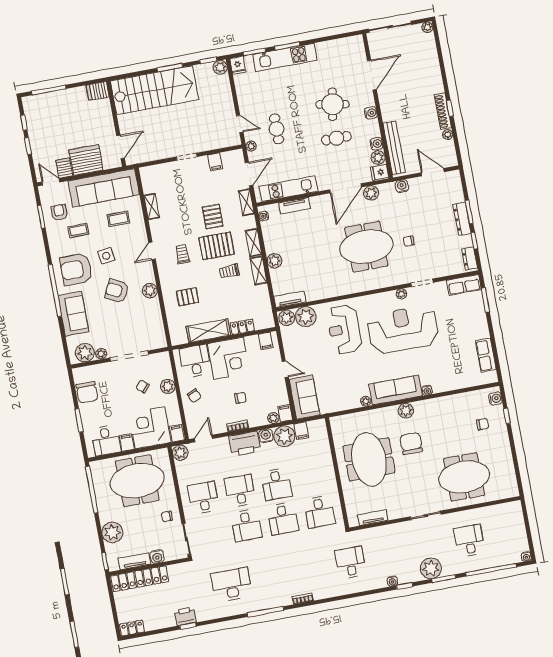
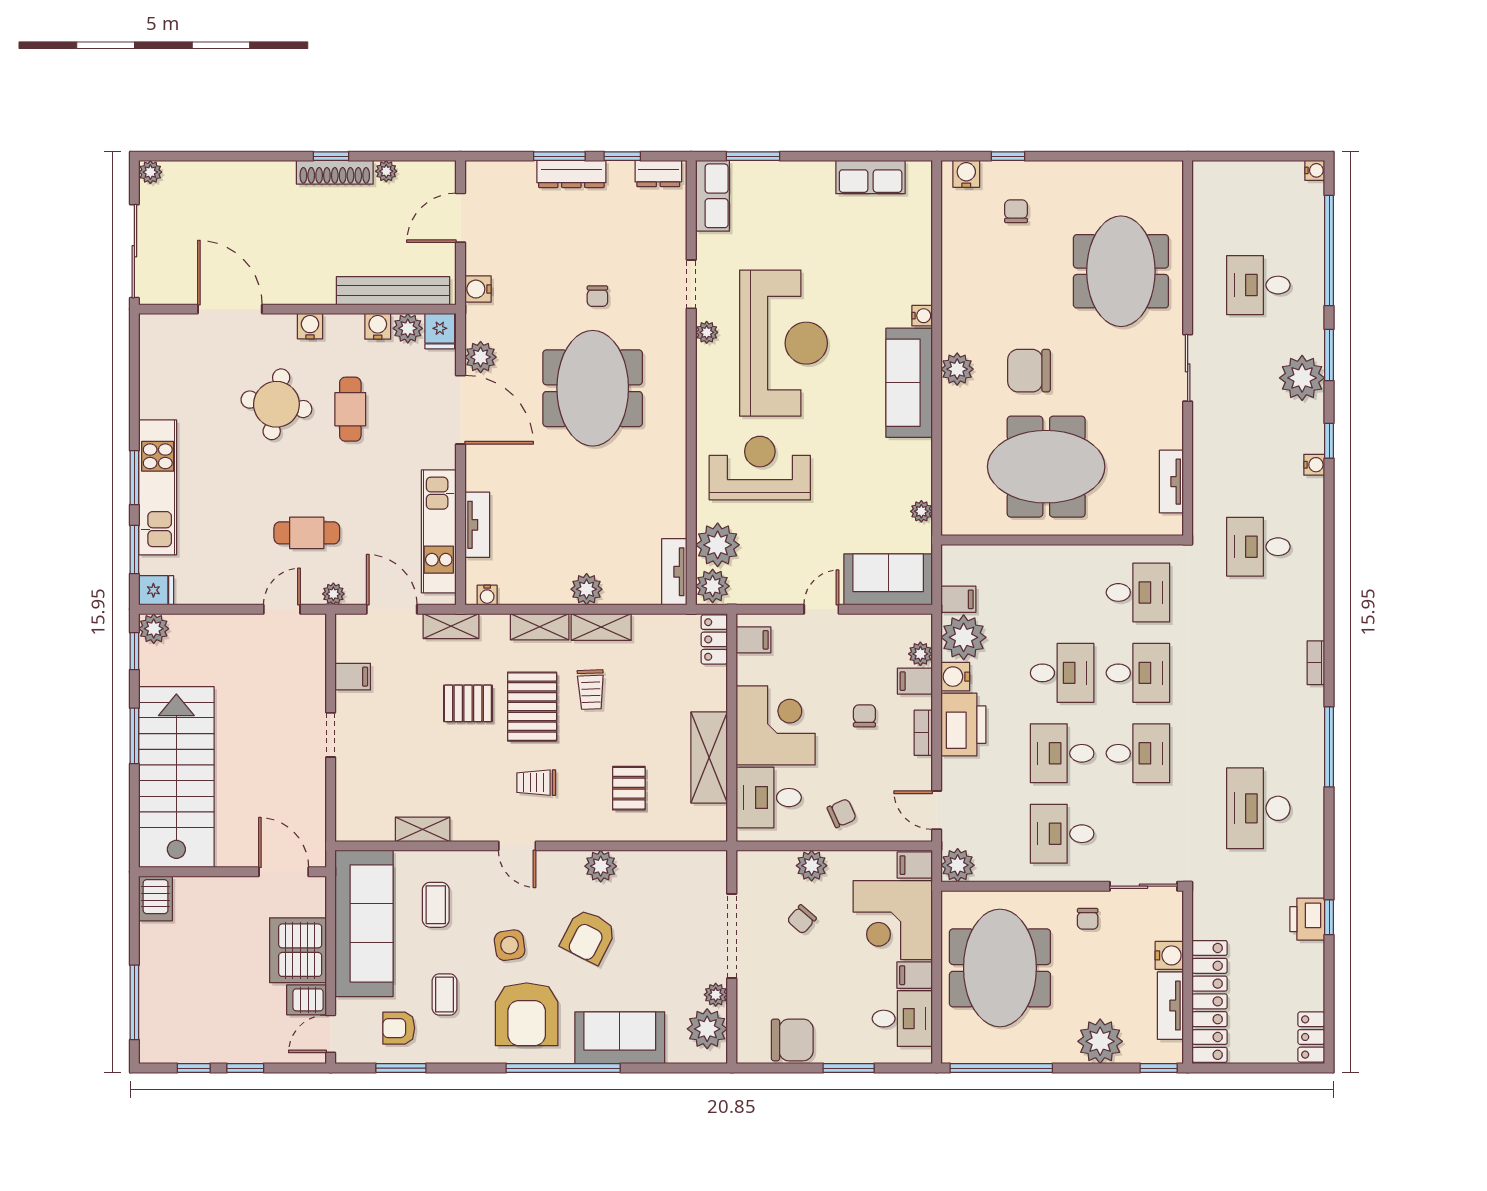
locker: (242, 327) -> (714, 639), moved
reception desk: (344, 329) -> (760, 468), turned 180
reception desk: (403, 330) -> (783, 343), turned 180
plant: (366, 401) -> (921, 511), moved
filing cabinet: (285, 413) -> (915, 681), moved

